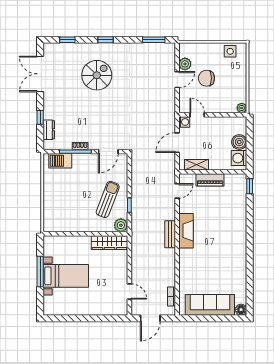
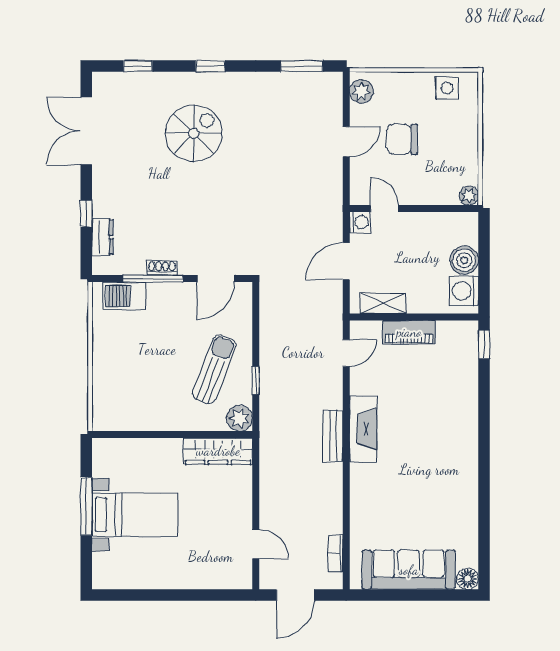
plant: (185, 64) -> (361, 91), moved

